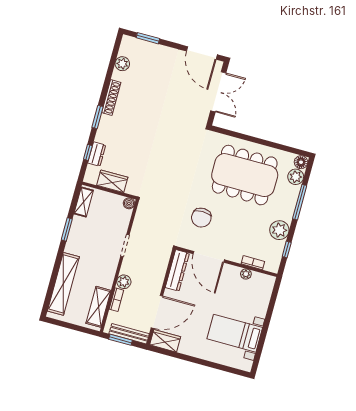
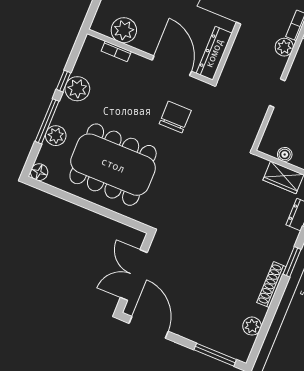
window: (148, 38) -> (215, 355), width x1.44
plant: (296, 177) -> (56, 136), moved
boiler: (129, 203) -> (285, 154), moved
window: (287, 250) -> (64, 81), moved
plant: (246, 274) -> (124, 30), width x1.87, depth x1.87

